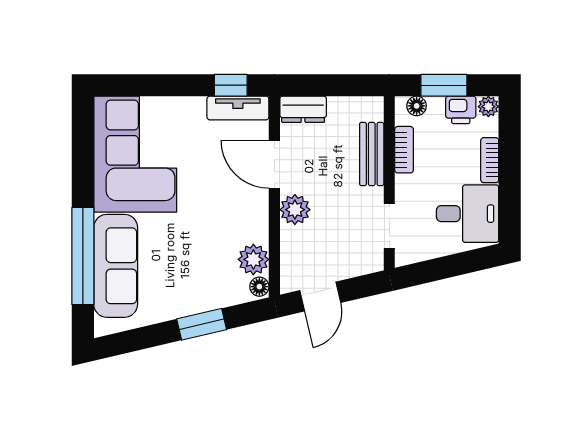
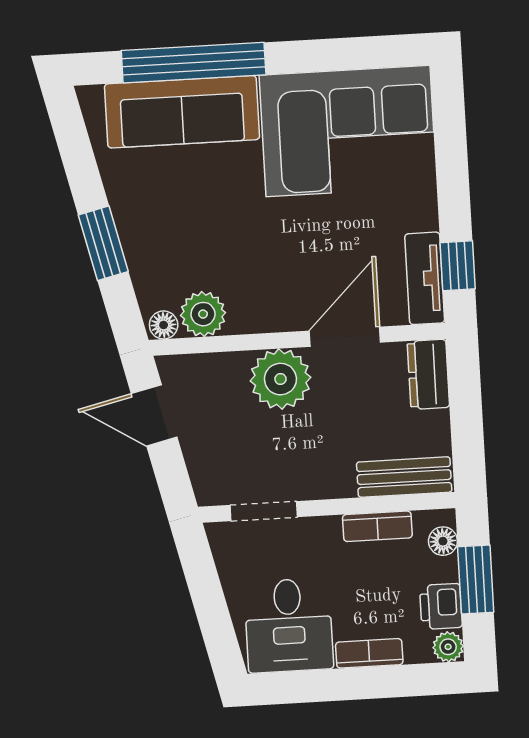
bench: (372, 154) -> (404, 477), moved
plant: (295, 210) -> (280, 379), width x1.36, depth x1.36

